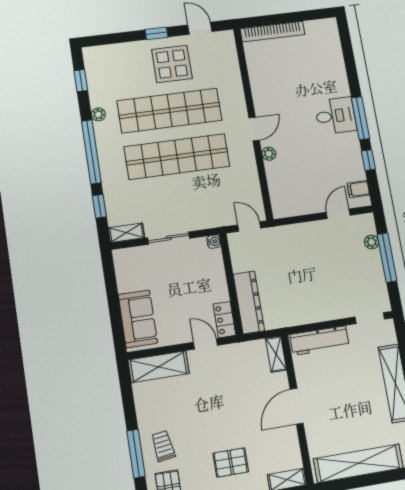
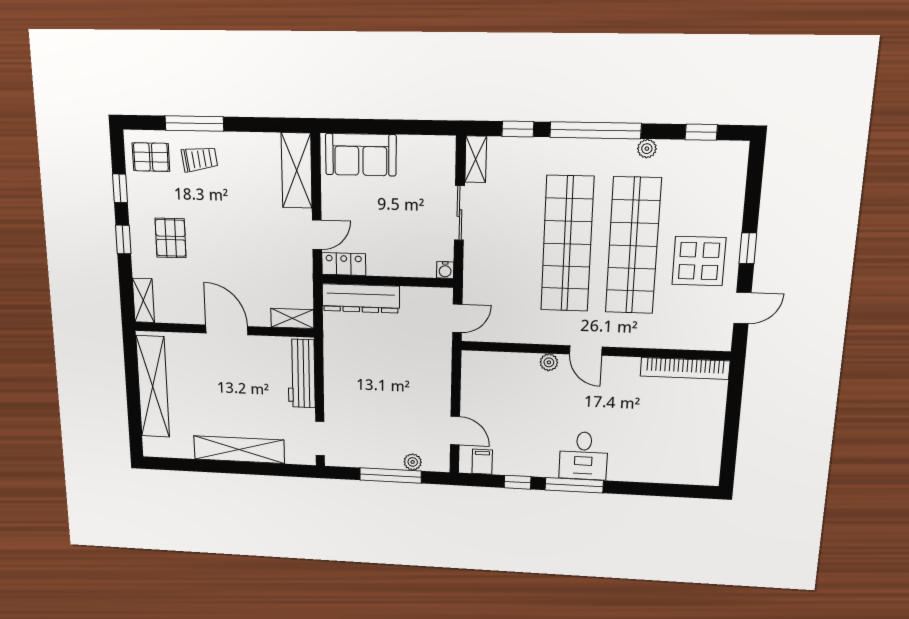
bookcase: (273, 32) -> (685, 368), moved, turned -90

